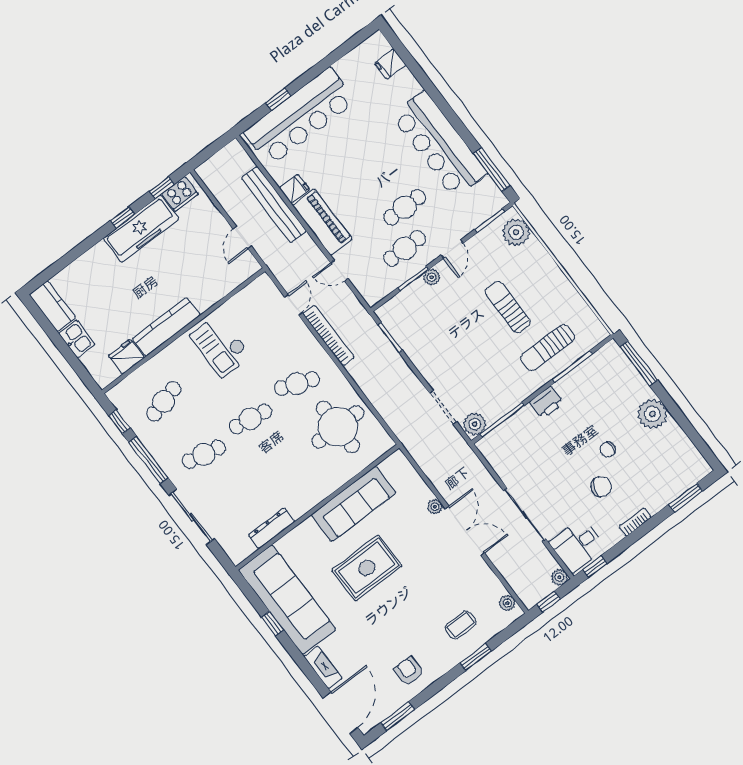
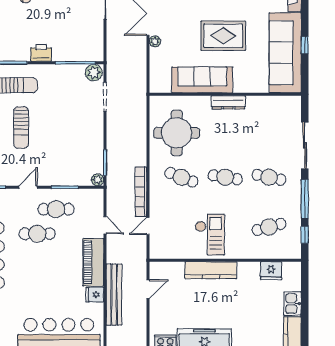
plant: (432, 277) -> (98, 180), moved
kitchen counter: (166, 327) -> (211, 270), moved
dresser: (272, 528) -> (228, 102), moved

